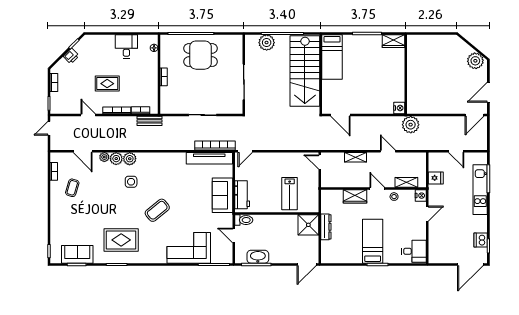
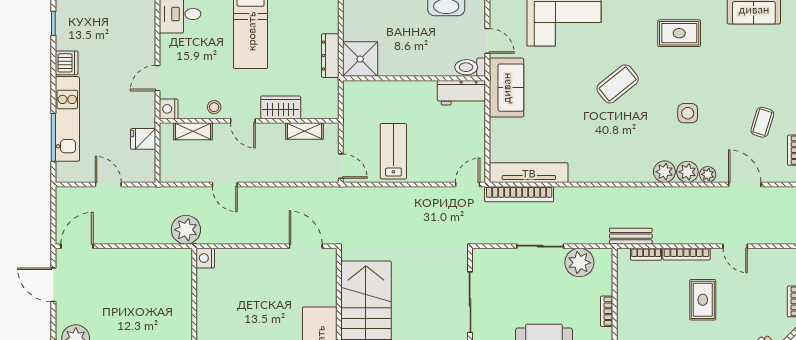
rug: (107, 84) -> (703, 300), turned 90
door: (488, 92) -> (53, 285), swing flipped
plant: (180, 105) -> (579, 263), added
shelving: (355, 157) -> (305, 131), moved
side table: (131, 182) -> (688, 113), moved
lab bench: (290, 194) -> (393, 151), moved
sofa: (222, 195) -> (506, 88), moved
workbench: (242, 195) -> (461, 93), moved, turned -90
rug: (121, 240) -> (679, 33), width x0.73, depth x0.70
dishwasher: (481, 240) -> (67, 63), moved

